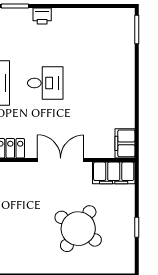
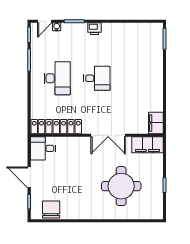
double door: (61, 160) -> (108, 135), swing flipped
round table: (78, 229) -> (121, 186), turned -34

